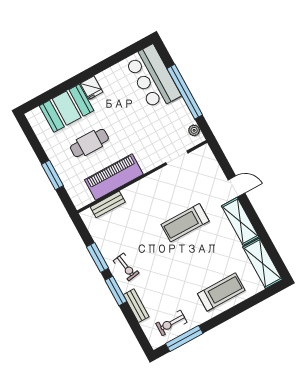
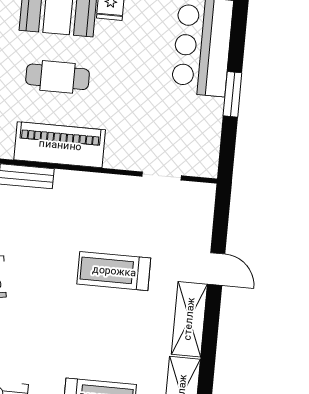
window: (185, 92) -> (232, 94), width x0.47
plant: (194, 130) -> (210, 155), removed

